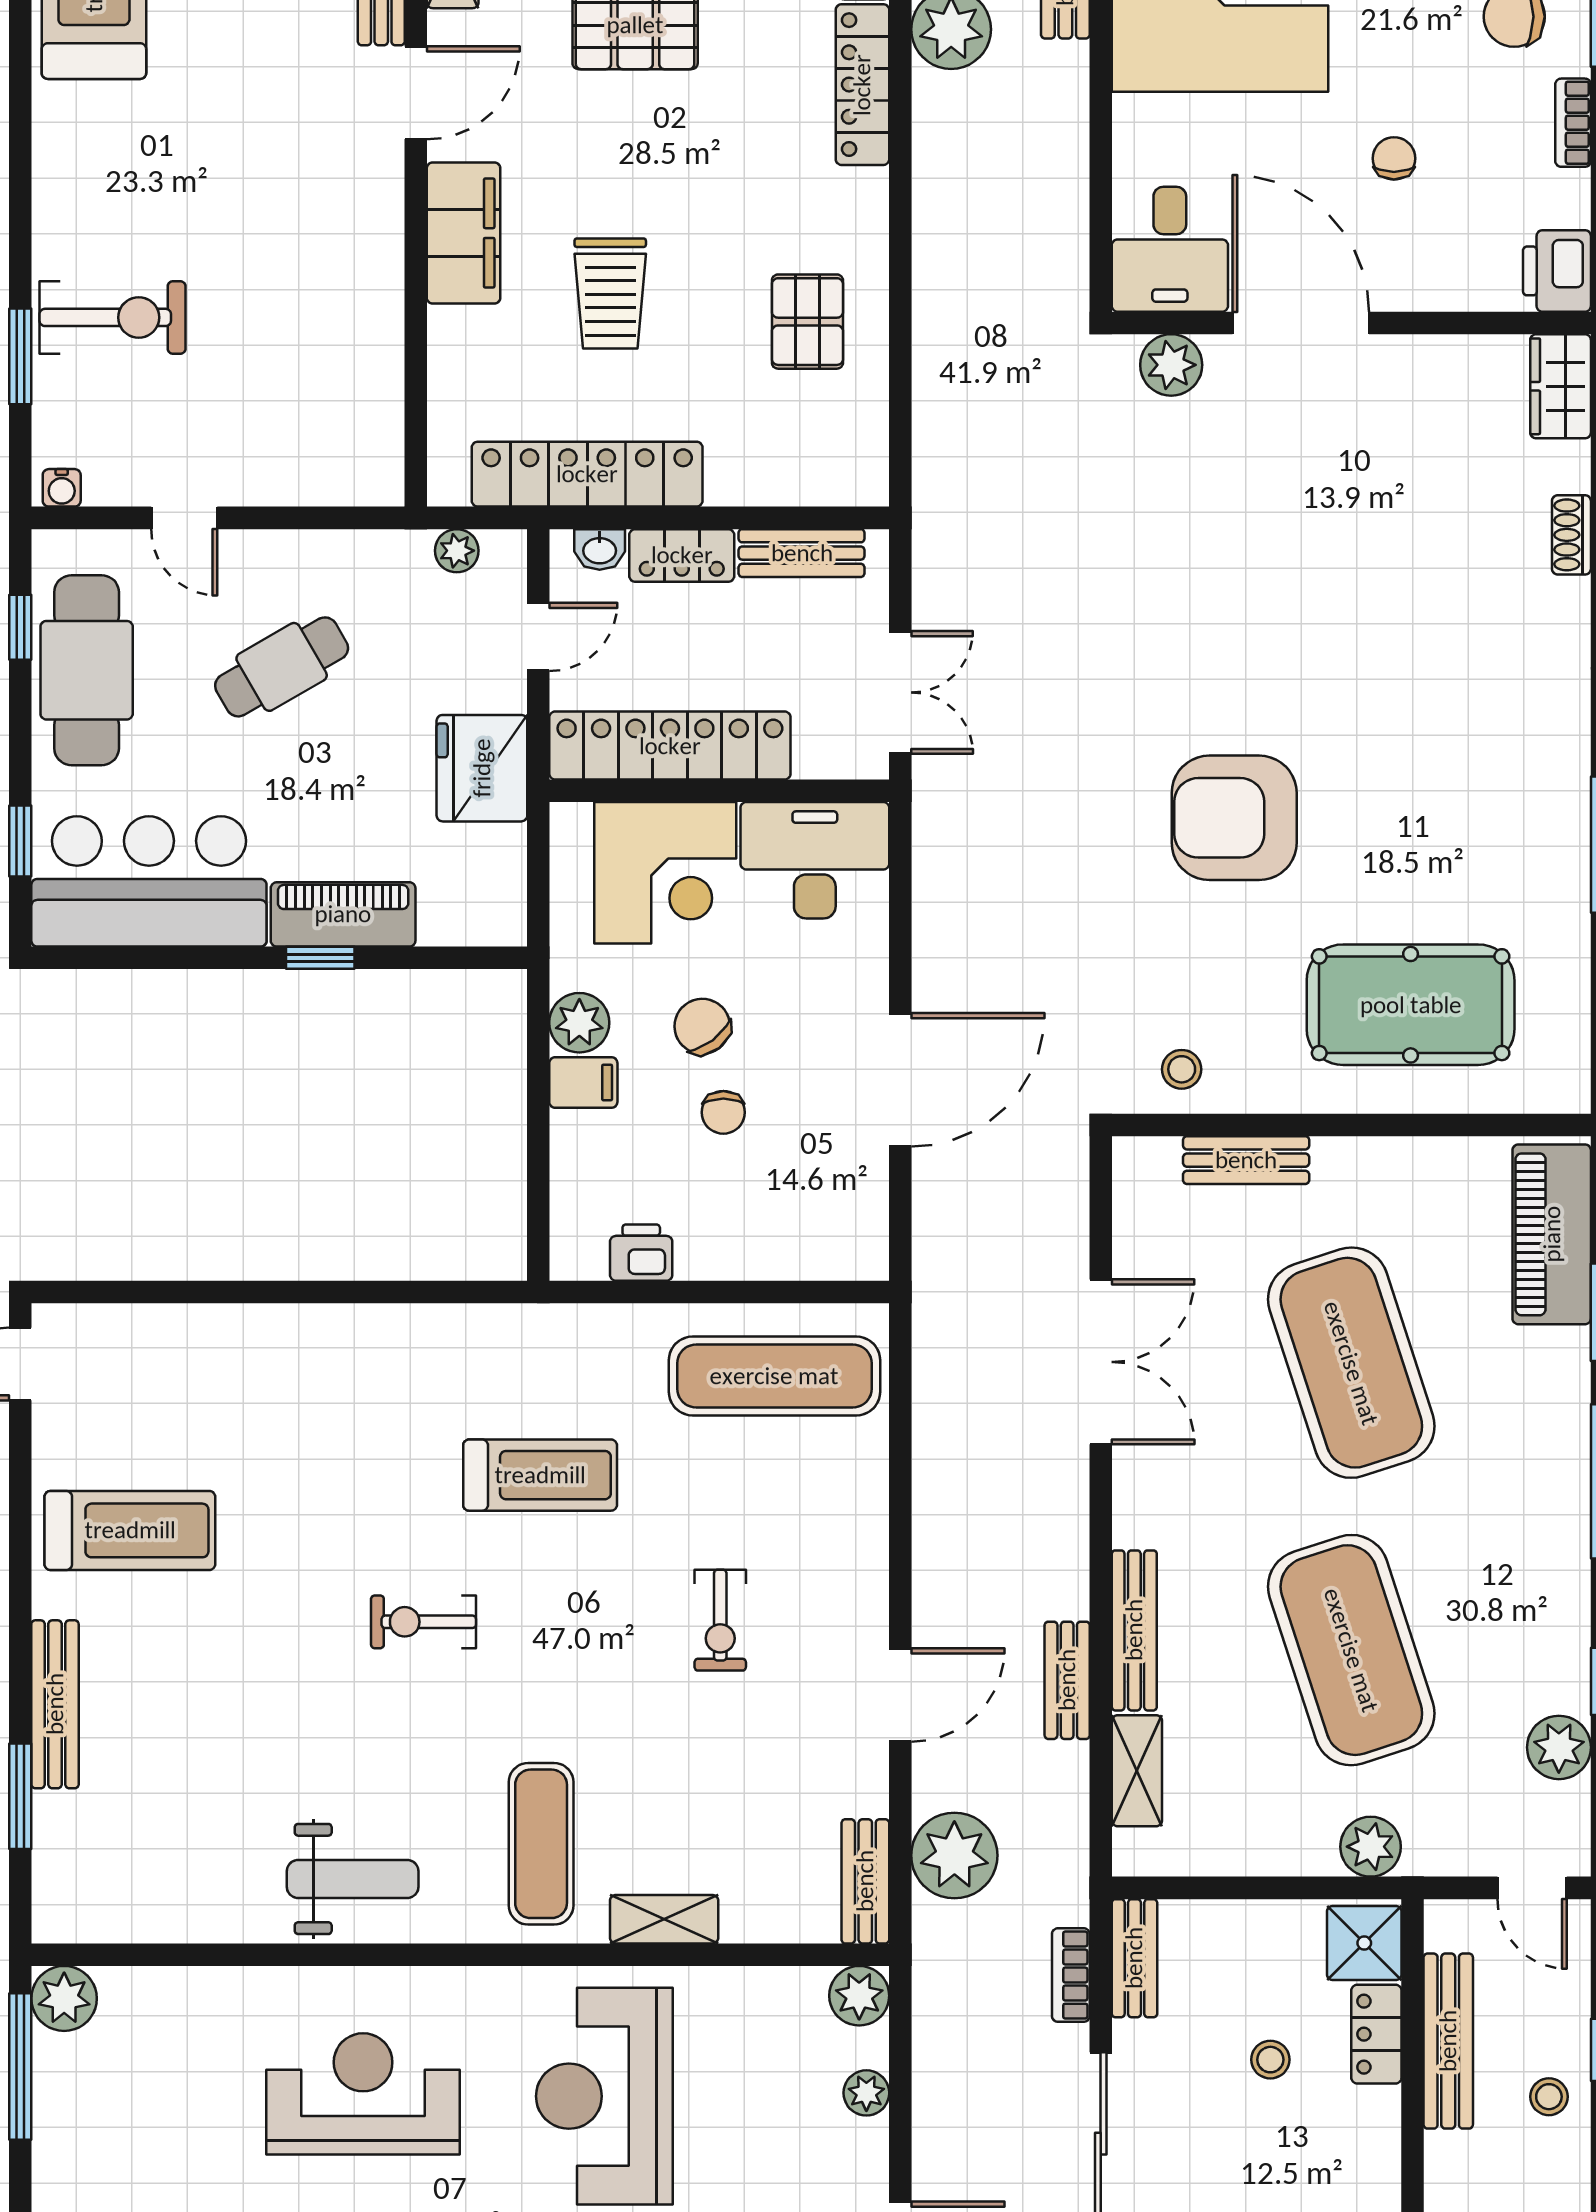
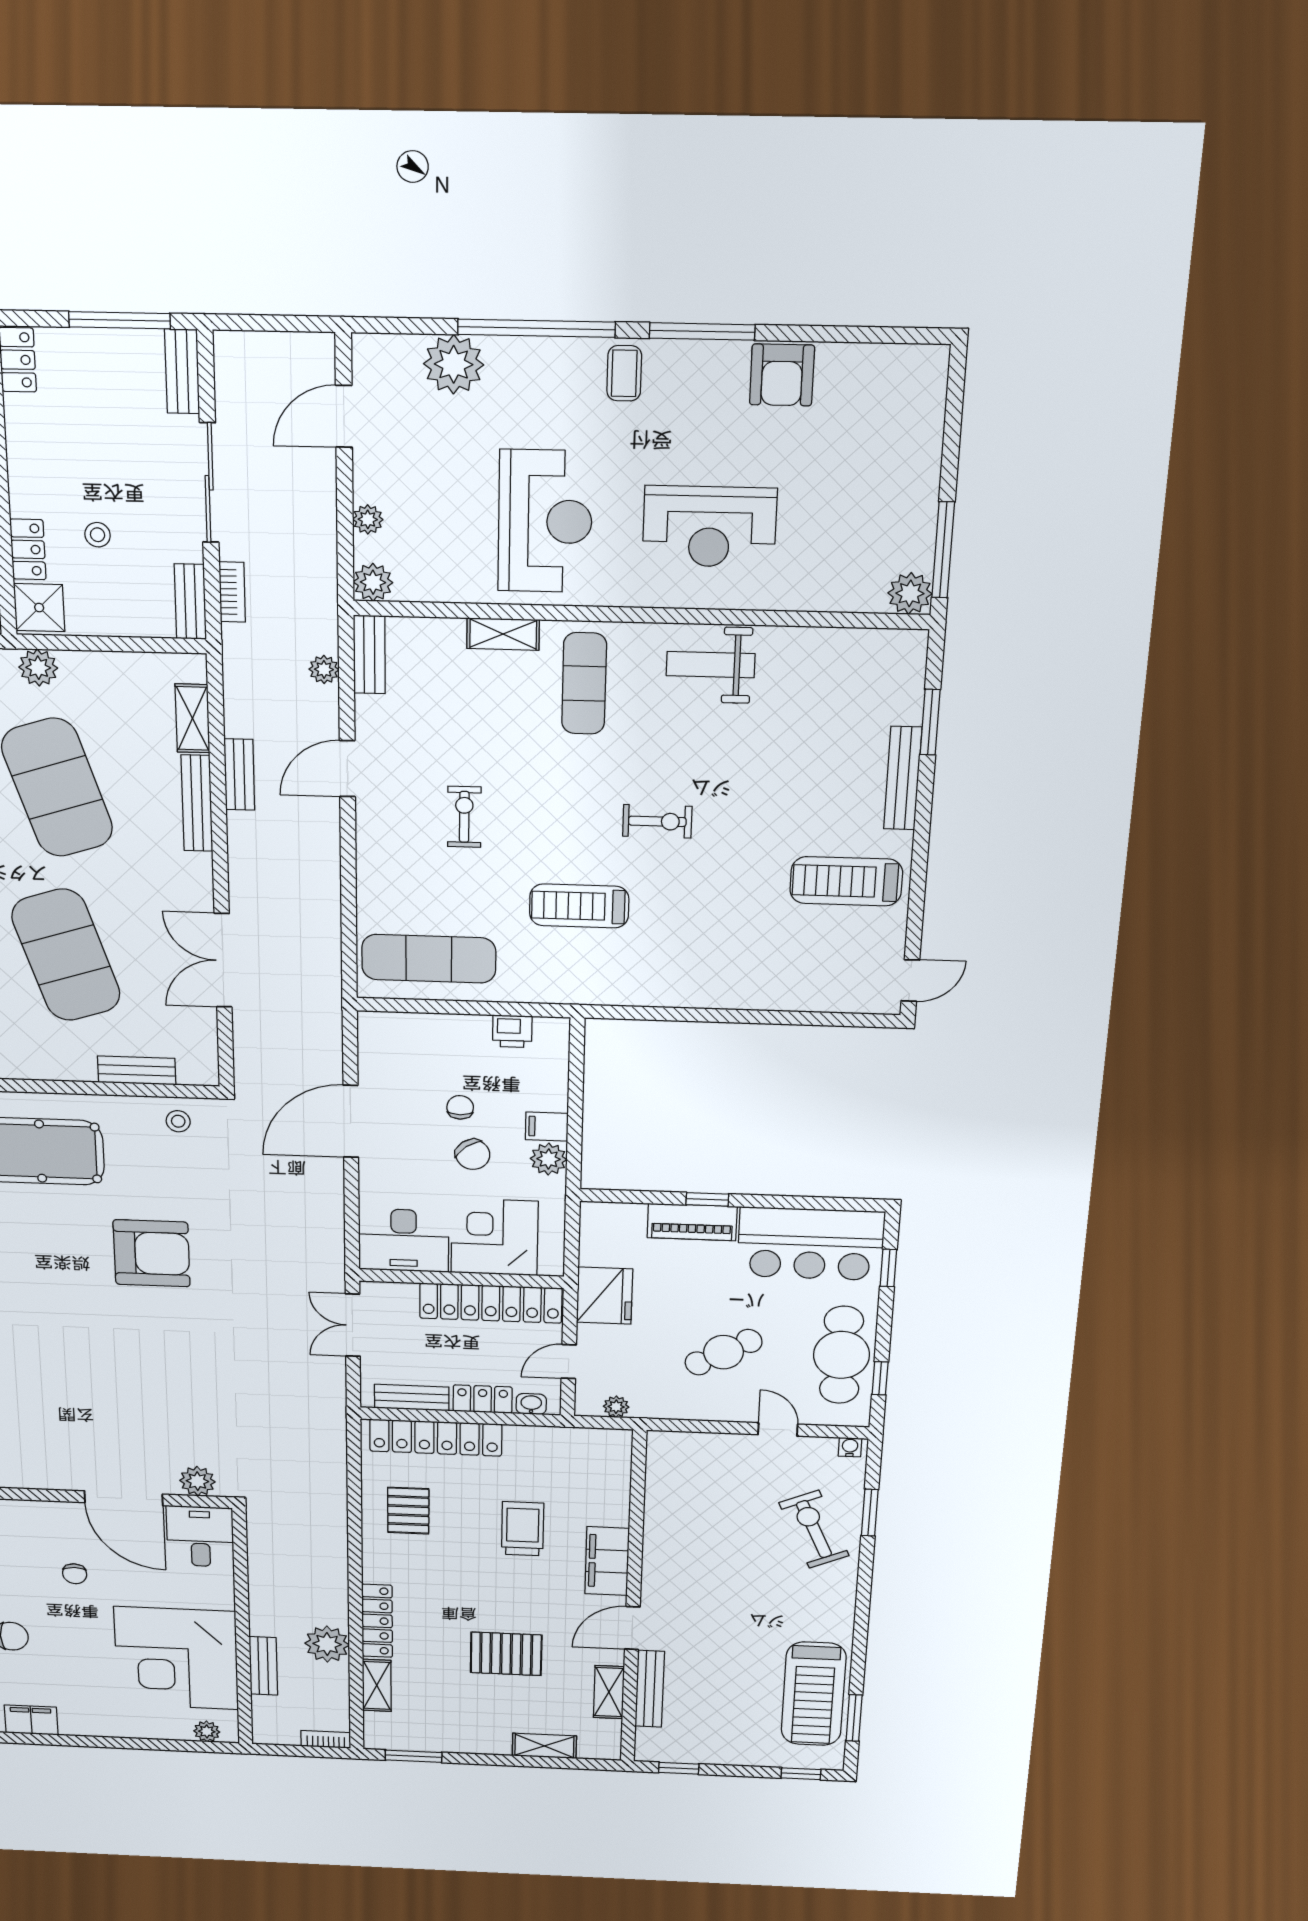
exercise bike: (113, 317) -> (814, 1529), turned 66
locker: (587, 474) -> (436, 1438), moved
plant: (954, 1855) -> (324, 669), width x0.53, depth x0.53

